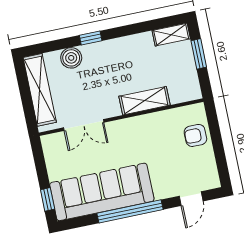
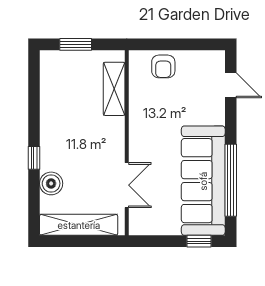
shelving: (171, 35) -> (49, 70), removed
shelving: (145, 101) -> (114, 89), moved
window: (130, 211) -> (231, 180), moved

